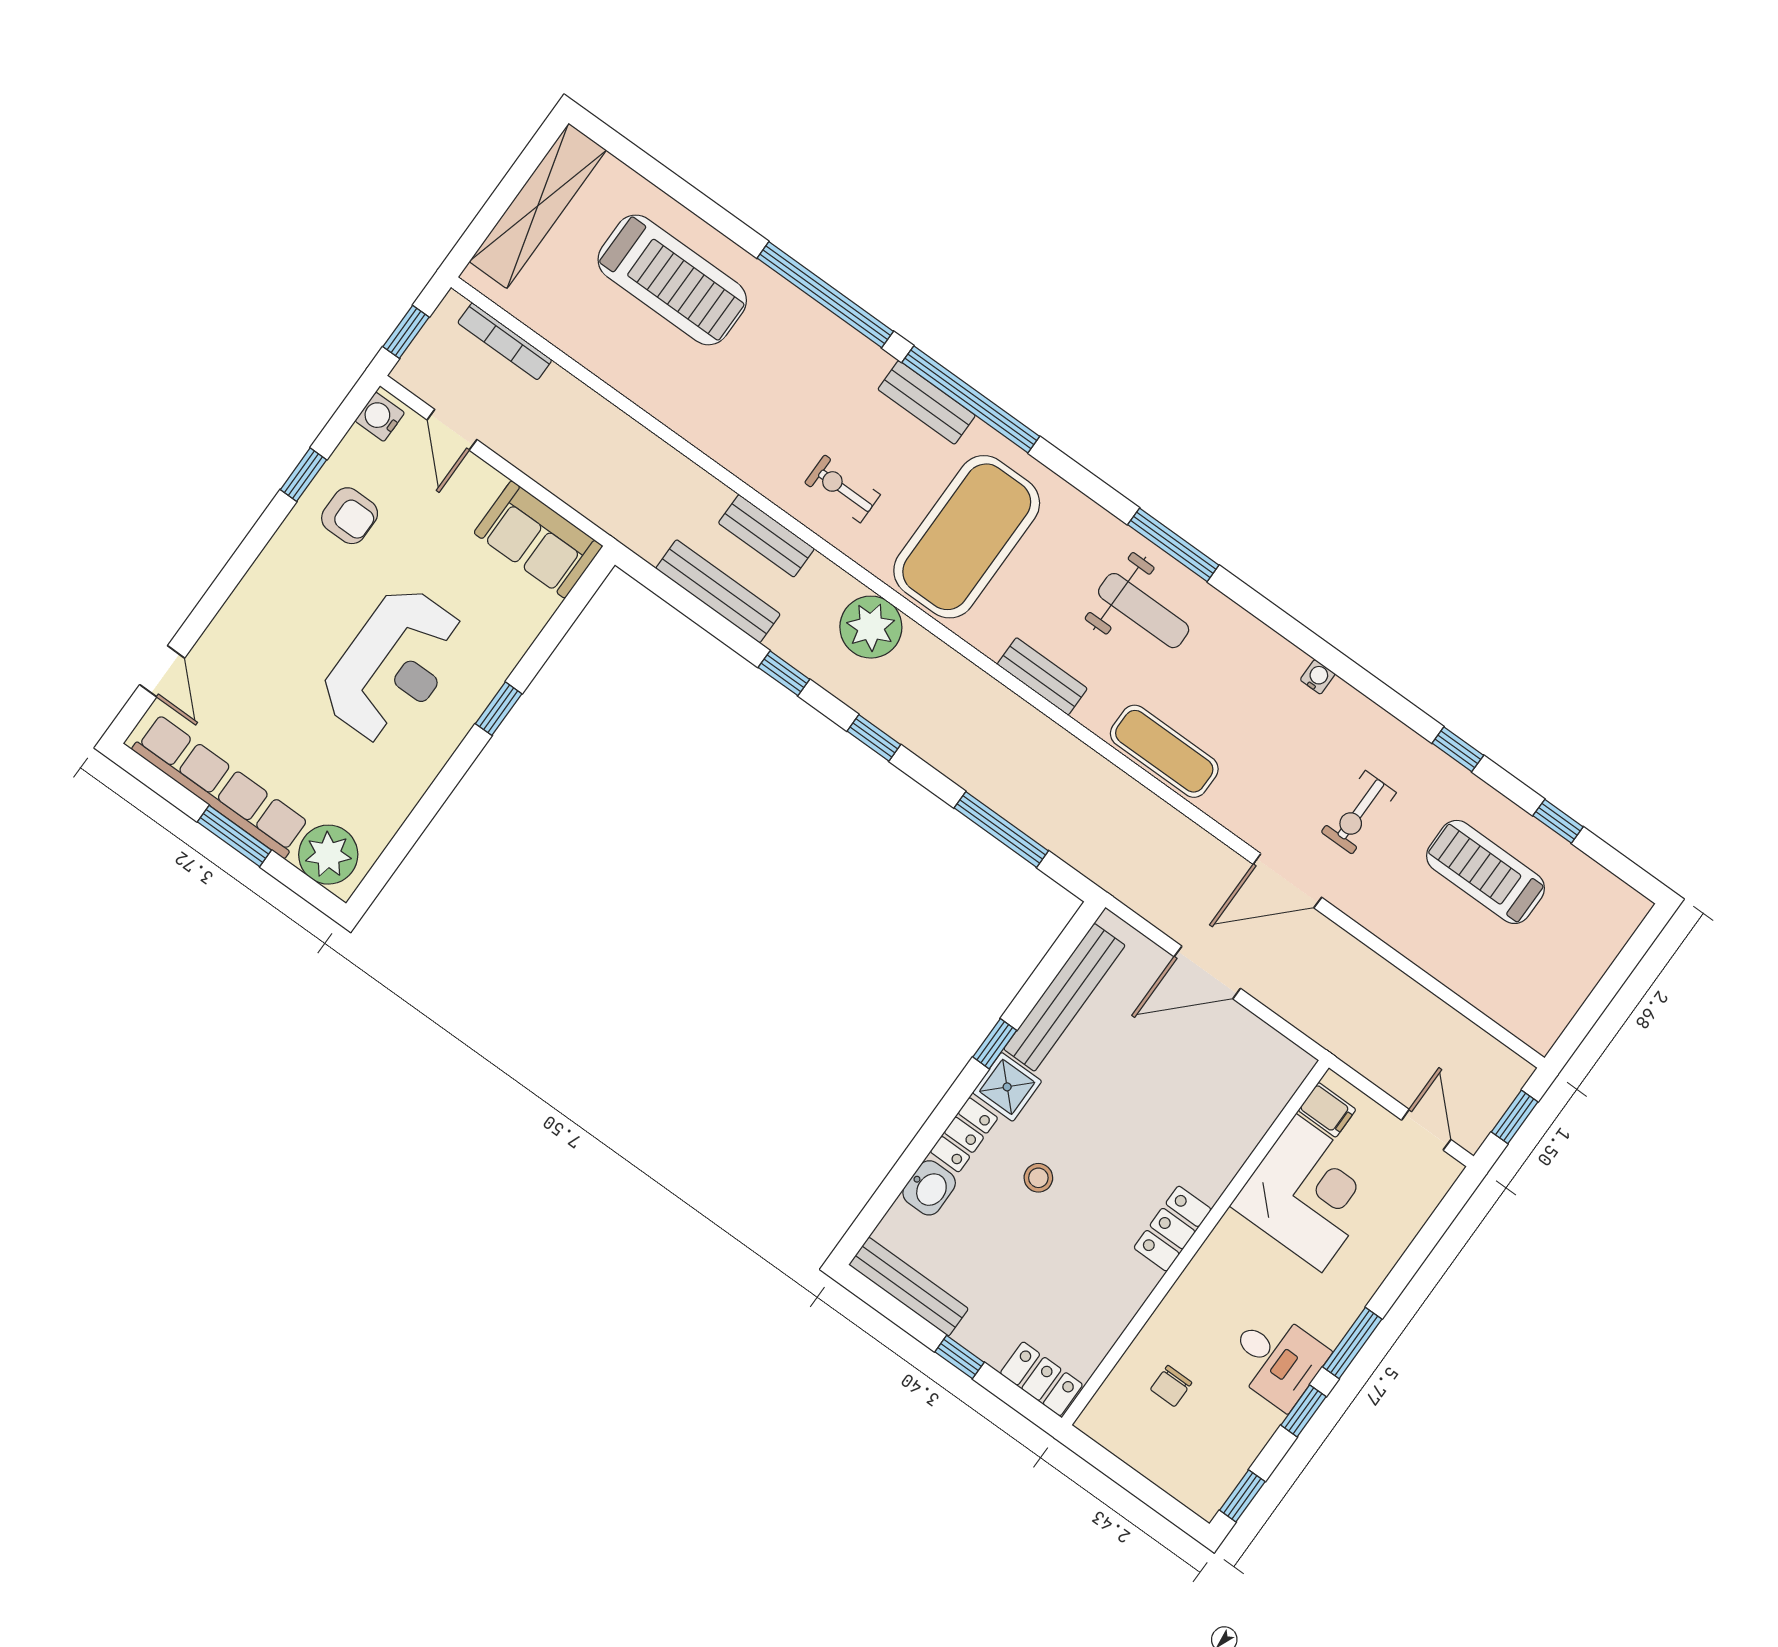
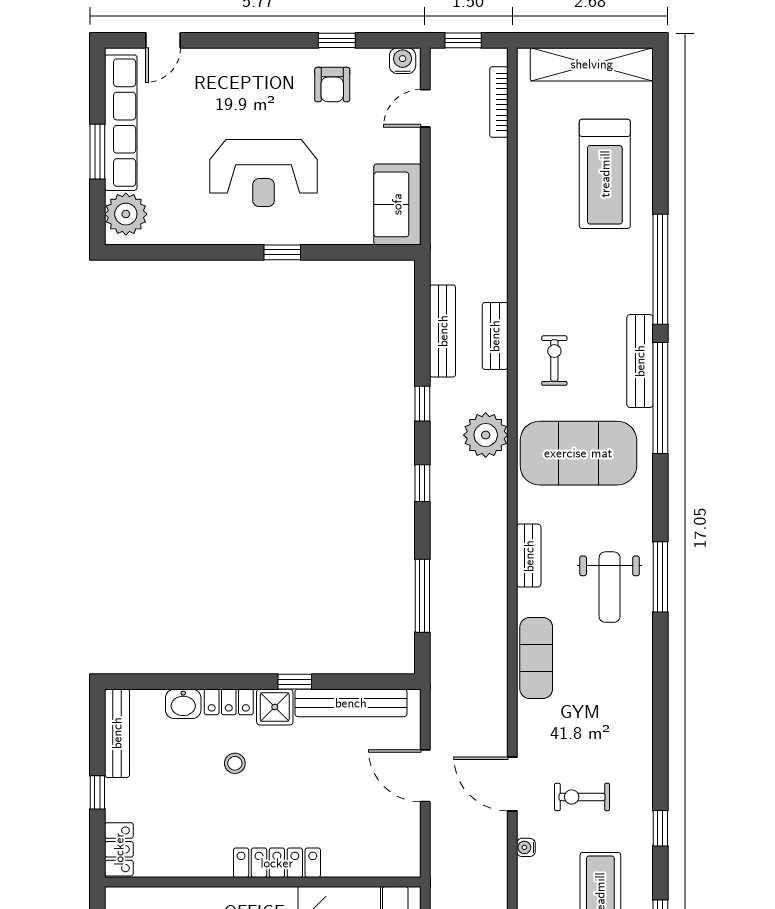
bench: (927, 402) -> (640, 361), width x1.36
water cooler: (1318, 677) -> (526, 847), moved, turned 180
locker: (1172, 1229) -> (277, 863), width x1.53

